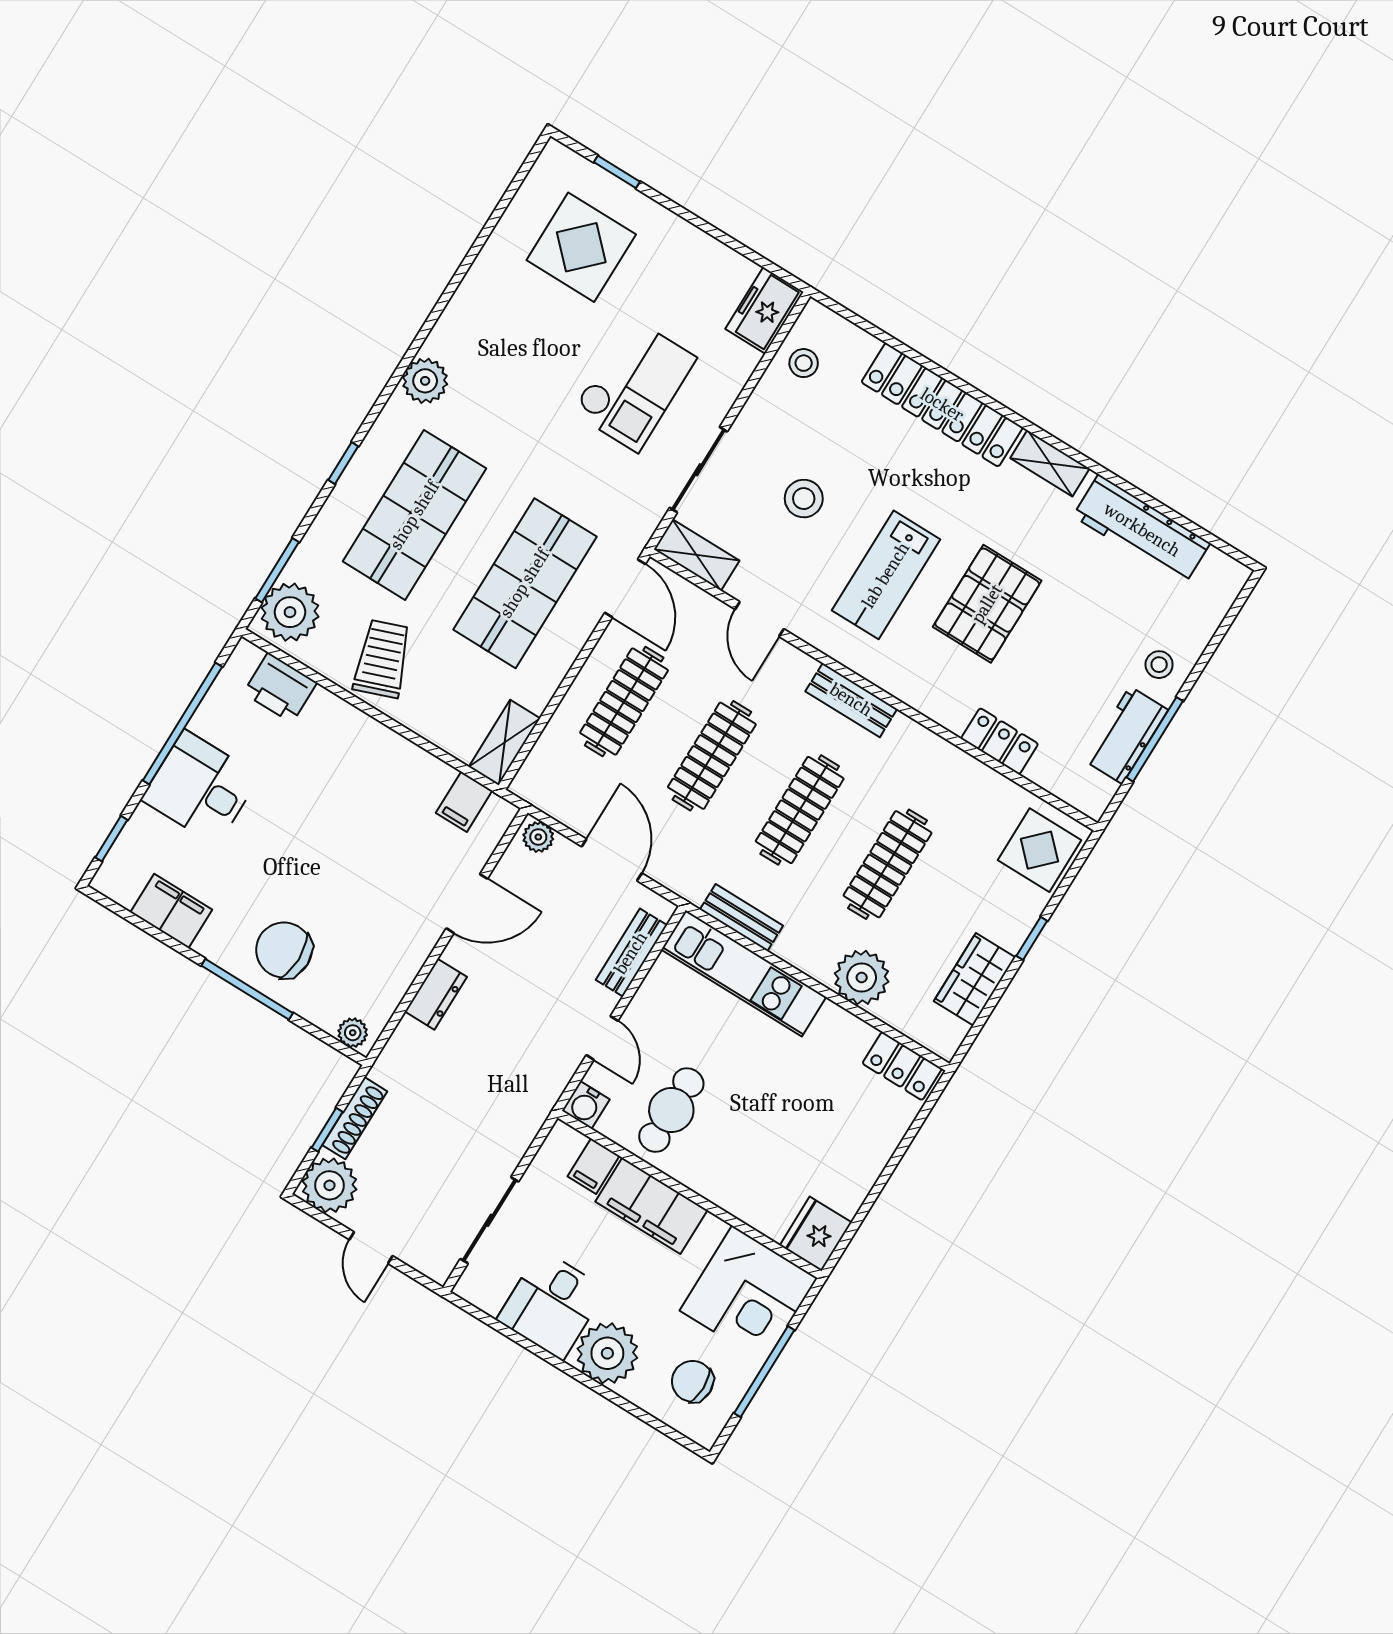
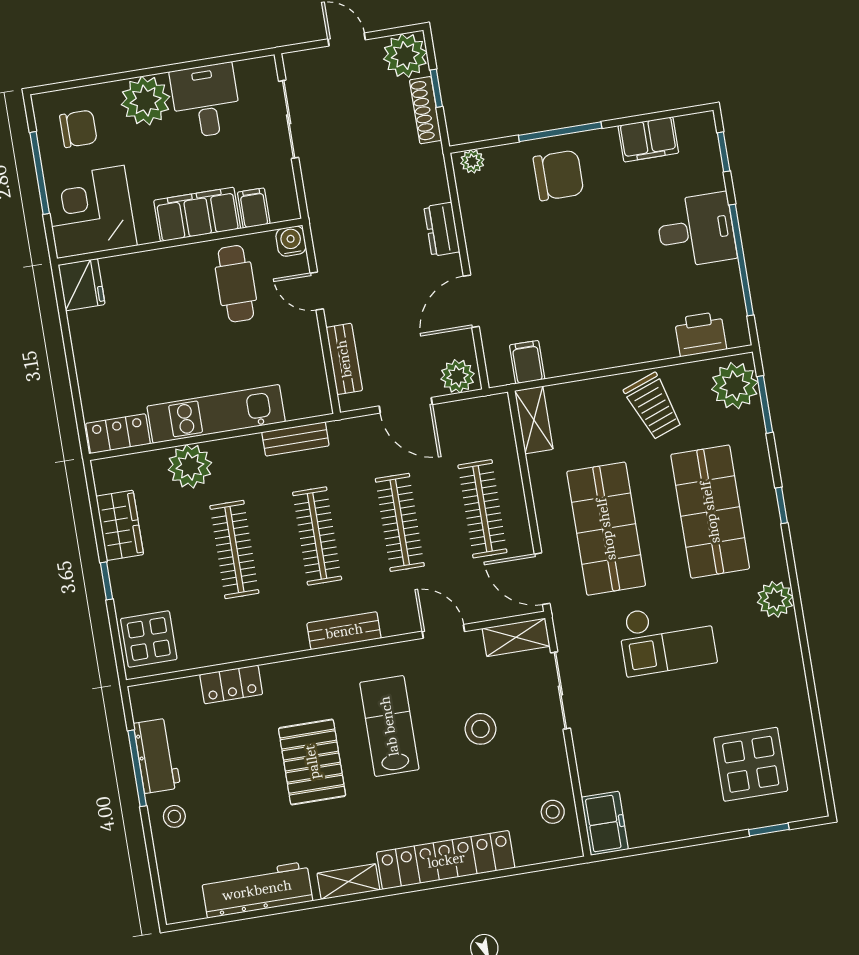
checkout: (634, 385) -> (667, 638), moved, turned -90
plant: (538, 837) -> (458, 376), width x1.38, depth x1.38
kitchen unit: (744, 973) -> (216, 414), moved

